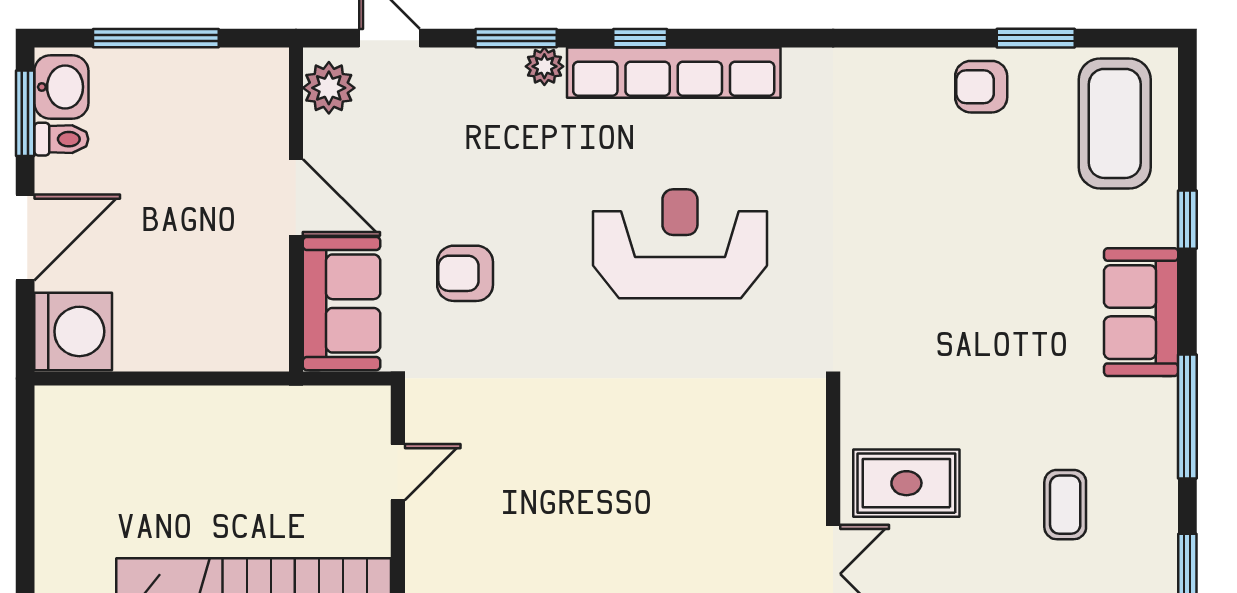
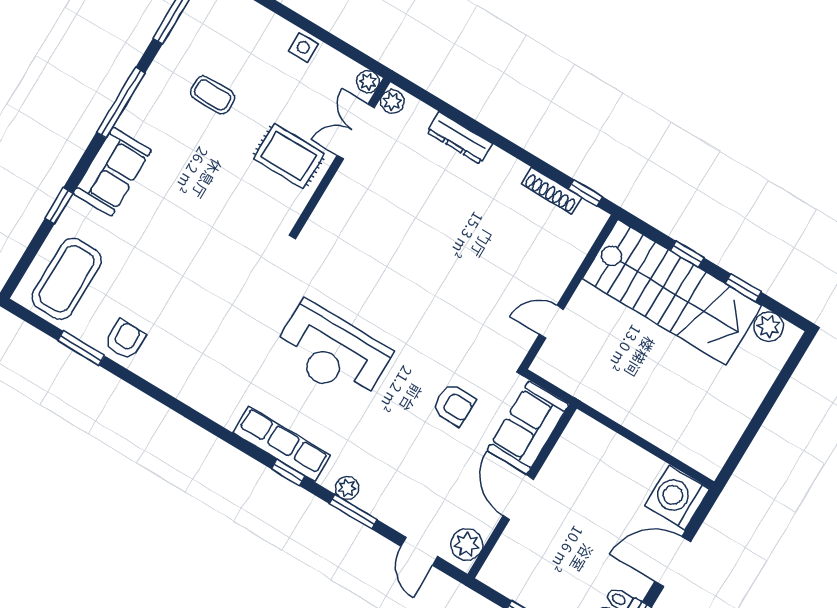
row of seats: (674, 73) -> (281, 444), width x0.73
armchair: (981, 87) -> (125, 340), turned -90
coffee table: (1065, 505) -> (212, 95), turned 90

